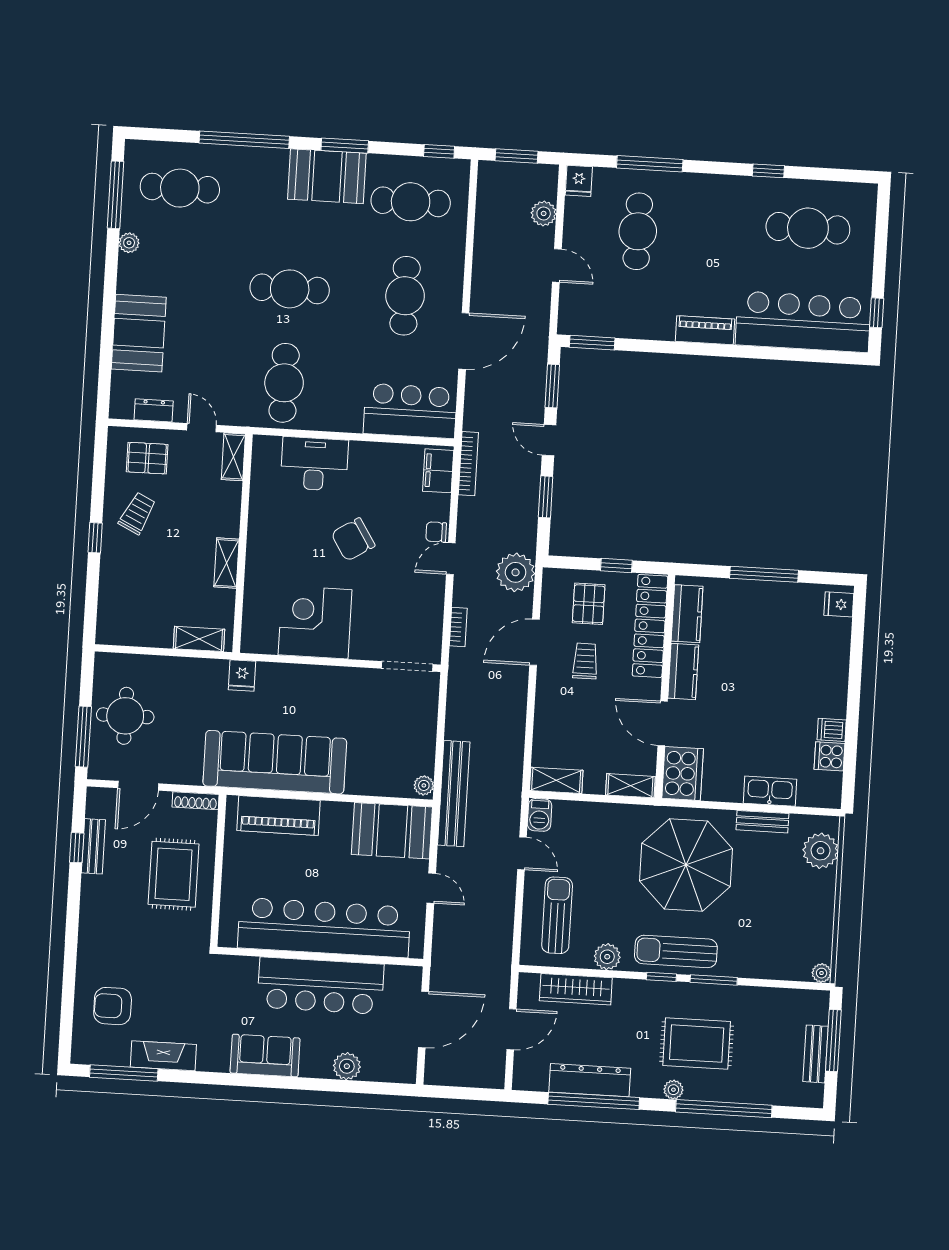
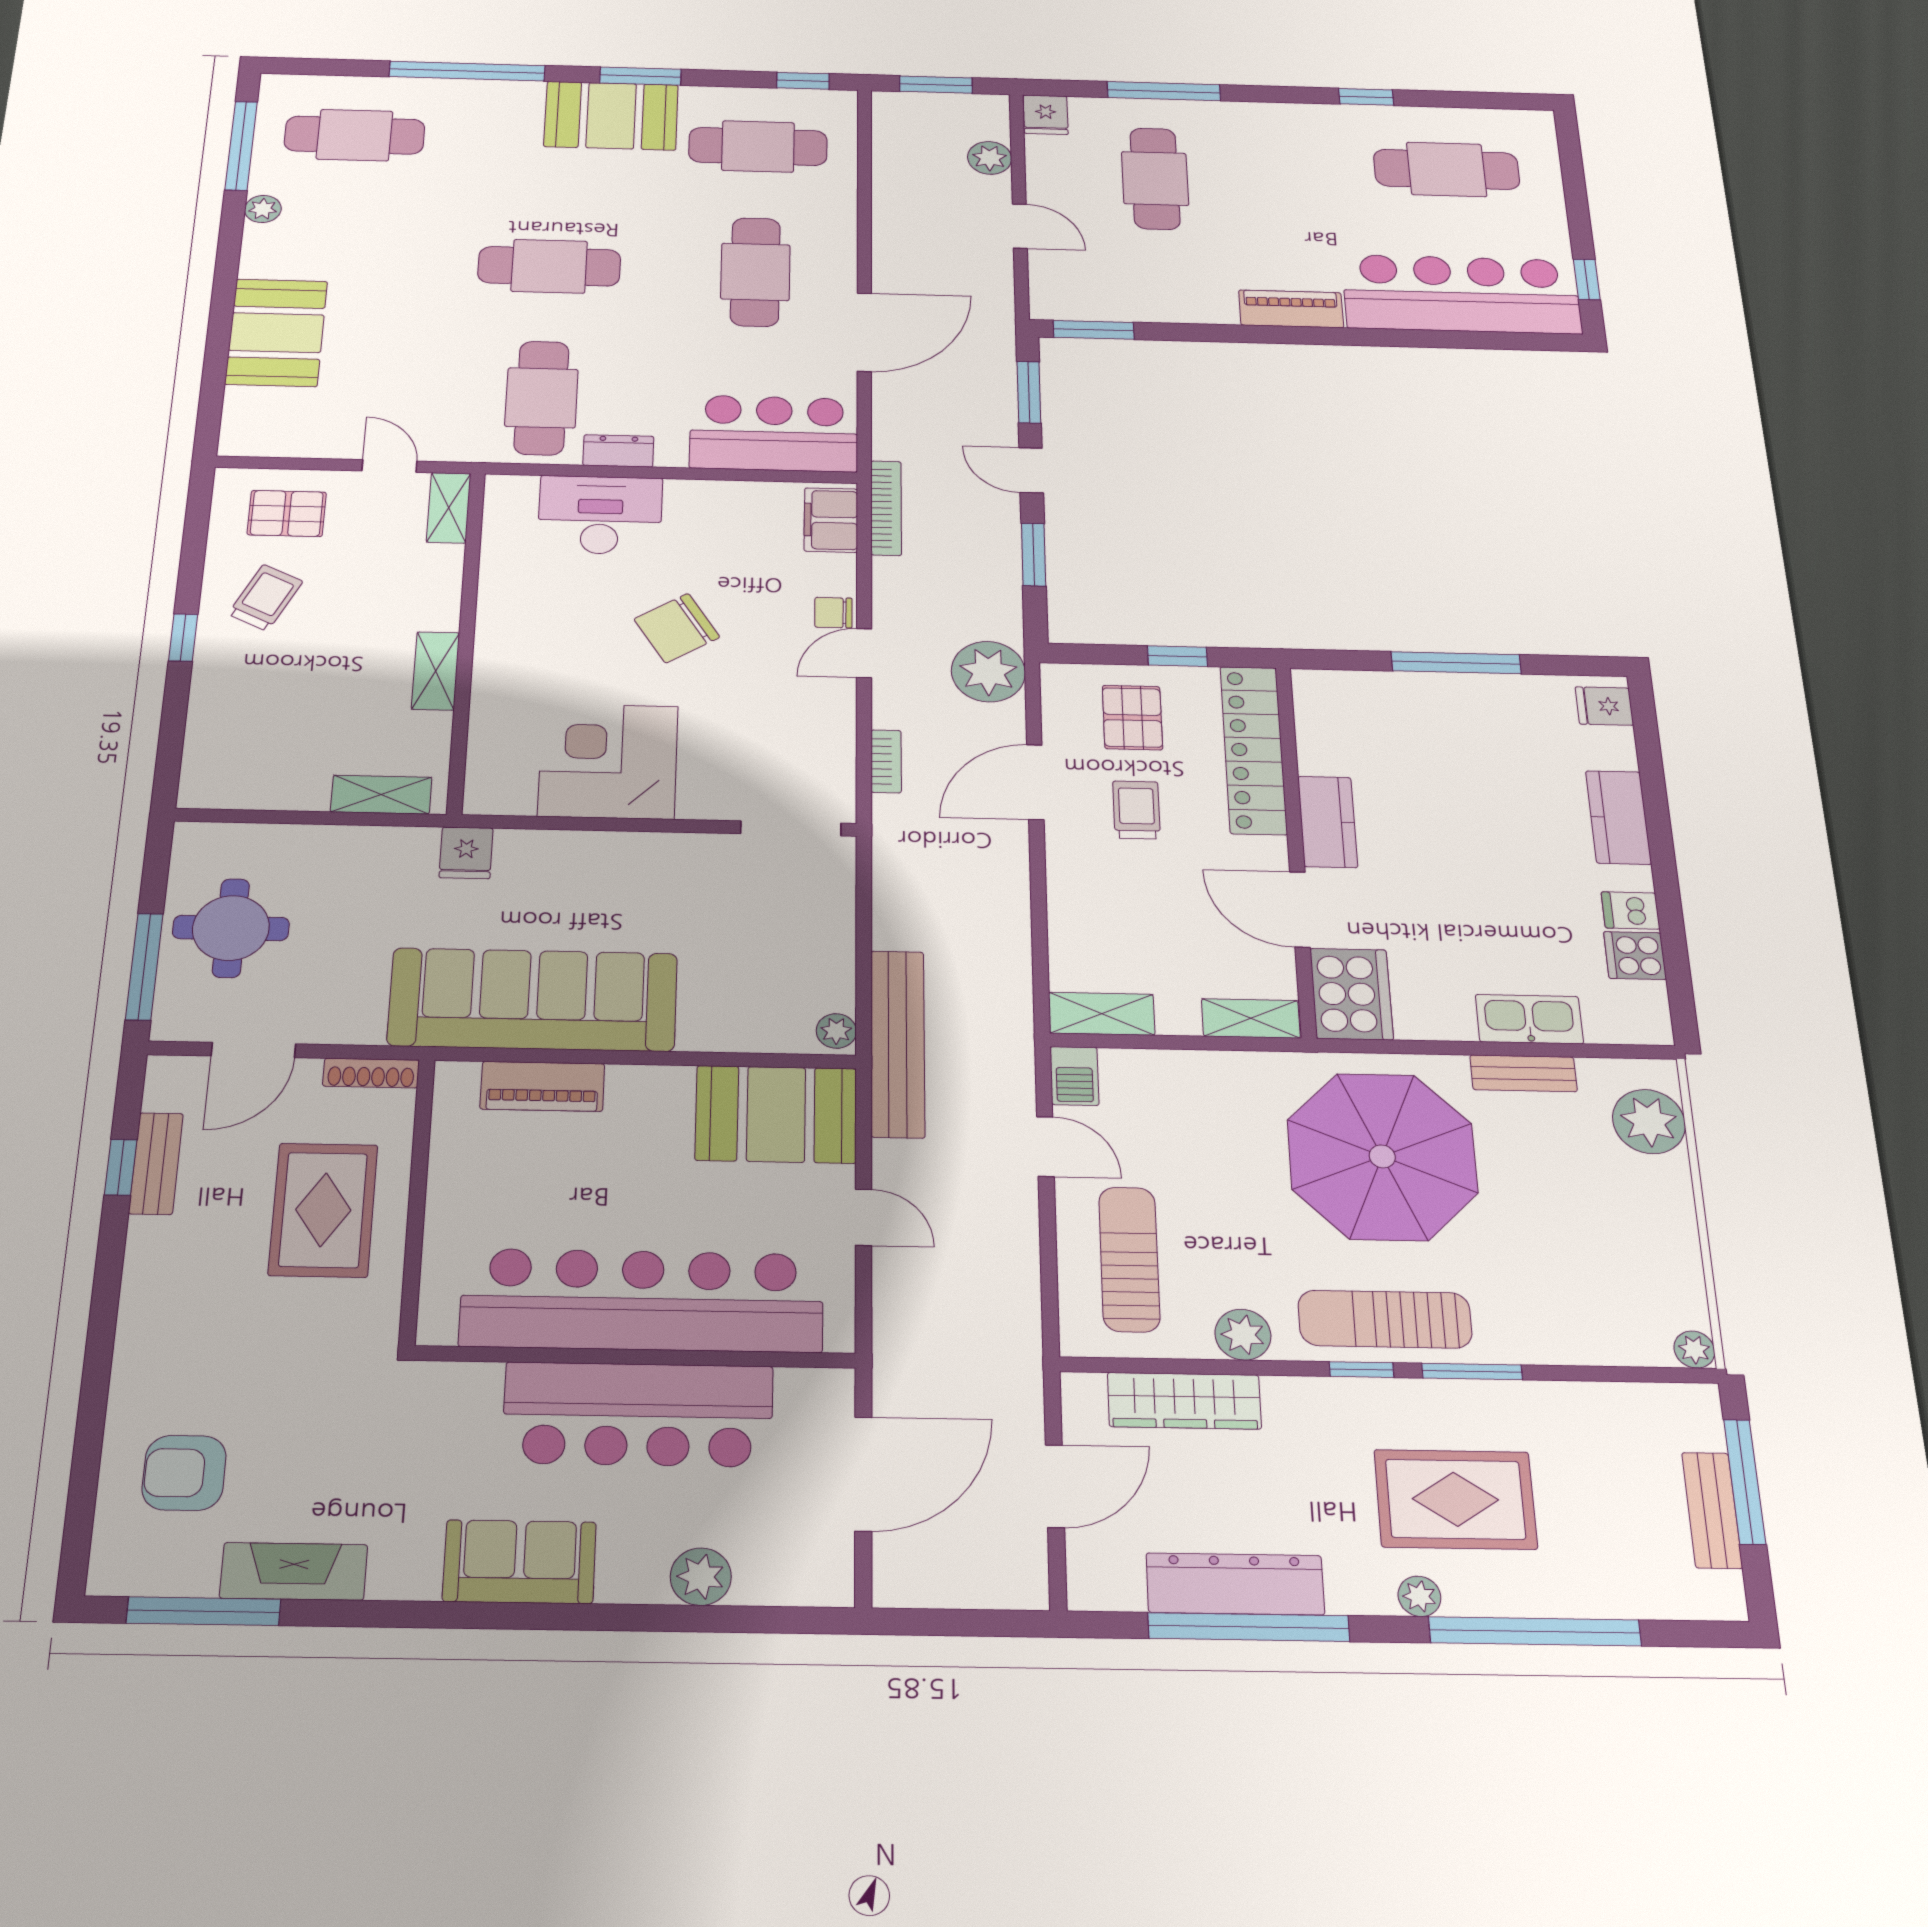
dresser: (154, 410) -> (618, 451), moved
kitchen counter: (687, 614) -> (1618, 817), moved, turned 180
piano: (278, 815) -> (542, 1086), width x0.73, depth x0.75

